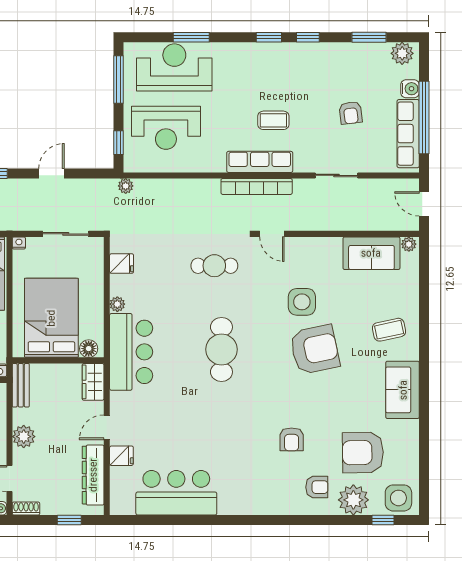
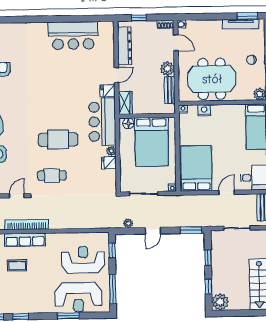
plant: (126, 186) -> (128, 223), moved
door: (272, 234) -> (17, 196), hinge flipped
fridge: (122, 264) -> (109, 163), moved
cafe table: (221, 349) -> (58, 140), moved, turned 90
bench: (21, 385) -> (170, 90), moved
fridge: (121, 456) -> (108, 91), moved

